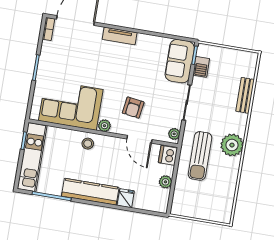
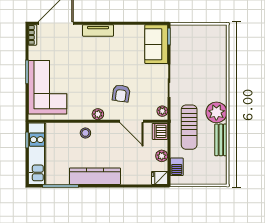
barbecue: (201, 67) -> (177, 167), moved
bench: (245, 95) -> (221, 140), moved
corner sofa: (71, 105) -> (47, 87), moved, turned 90
fridge: (126, 198) -> (160, 178), moved, turned -90

